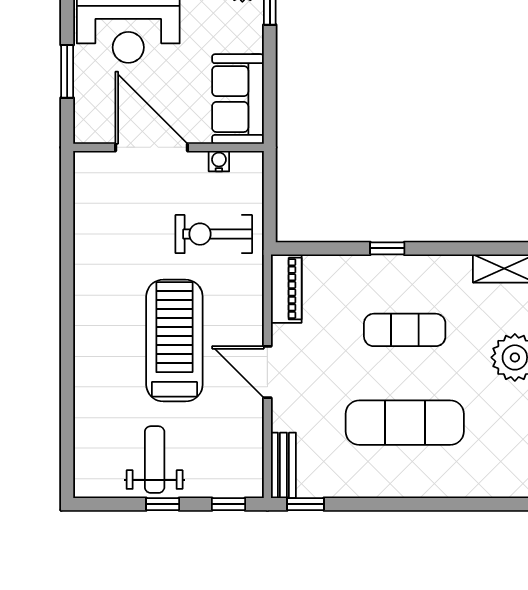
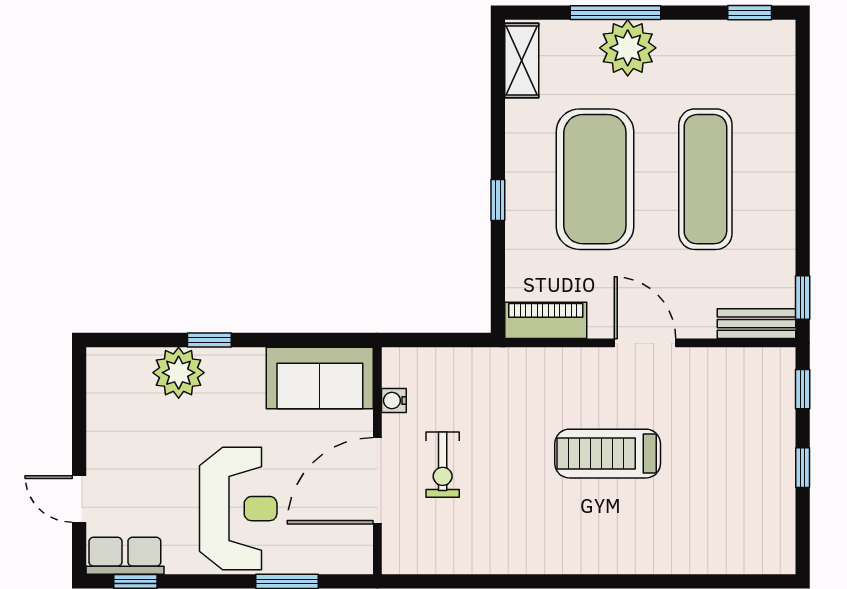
exercise bike: (214, 234) -> (443, 465), moved, width x0.73, depth x0.72
exercise mat: (405, 330) -> (595, 179), width x2.00, depth x1.45
treadmill: (174, 341) -> (608, 454), width x0.73, depth x0.73
door: (267, 372) -> (645, 343), swing flipped
weight bench: (155, 460) -> (749, 477), removed

